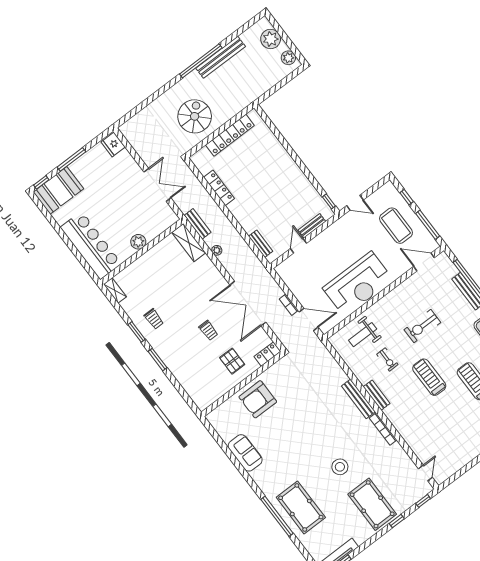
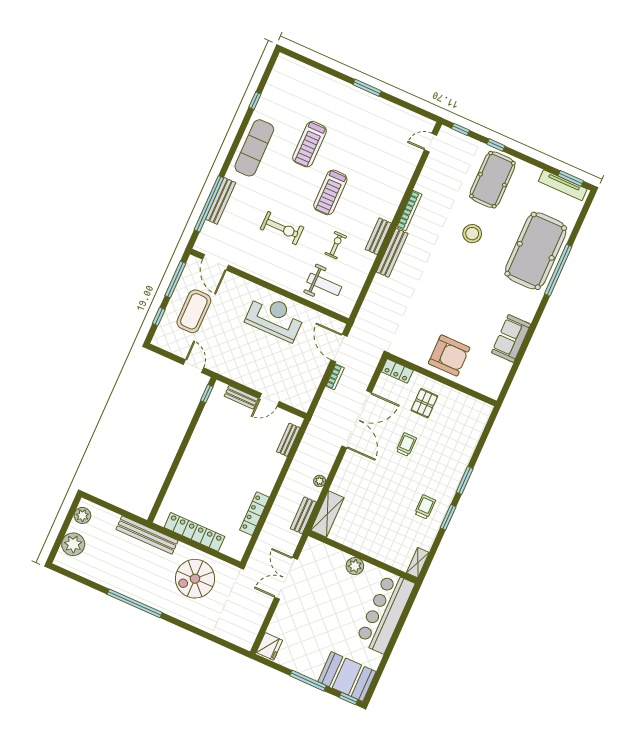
bench: (221, 57) -> (147, 535), moved
reception desk: (358, 284) -> (275, 318), width x0.74, depth x0.77
pool table: (301, 507) -> (536, 251), width x1.36, depth x1.32

